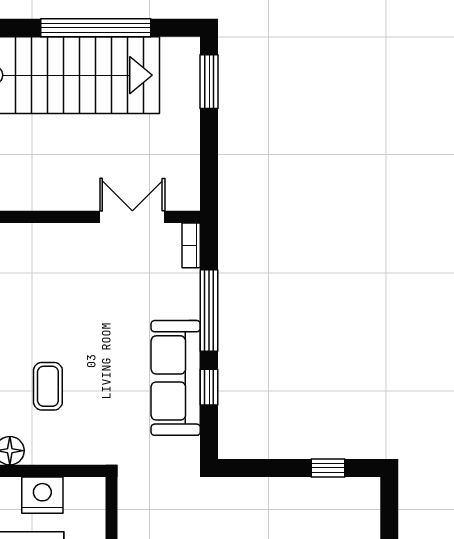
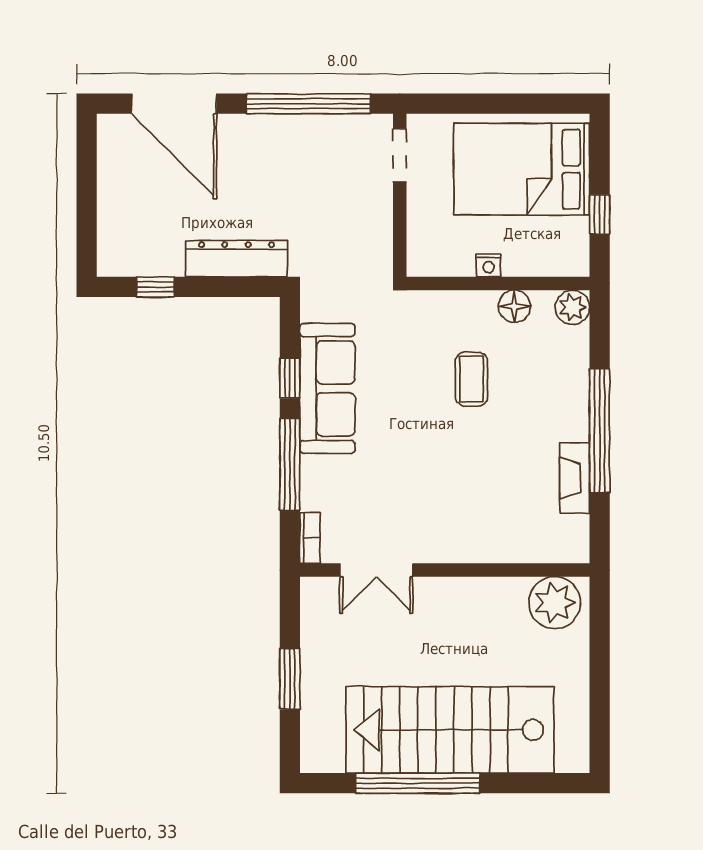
window: (209, 82) -> (290, 679), moved
dresser: (256, 493) -> (237, 259), added
nightstand: (42, 495) -> (489, 265), width x0.53, depth x0.56

